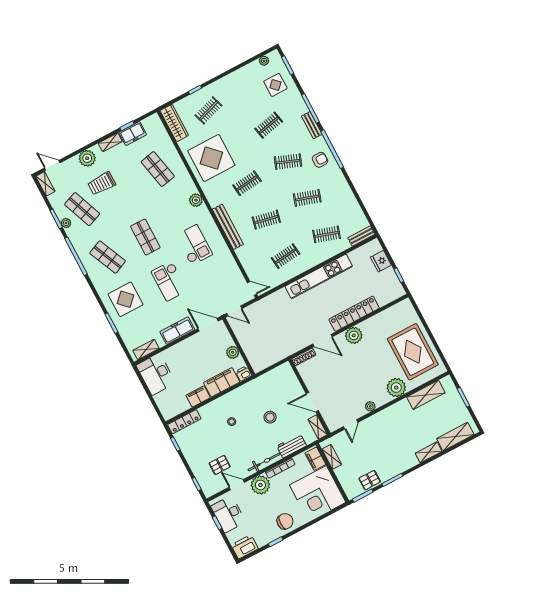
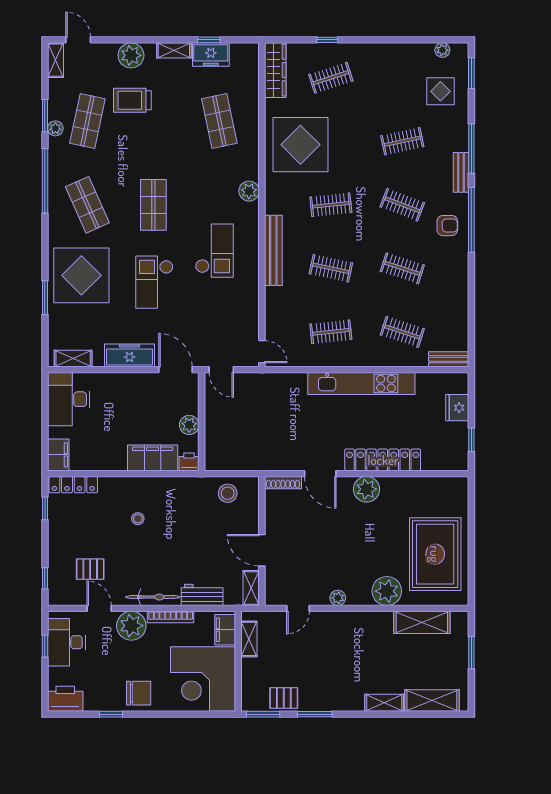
shop shelf: (82, 209) -> (87, 121), turned 33
display table: (126, 299) -> (81, 275), width x1.36, depth x1.36
filing cabinet: (198, 397) -> (58, 455), moved, turned 90
stool: (270, 417) -> (228, 493), moved

